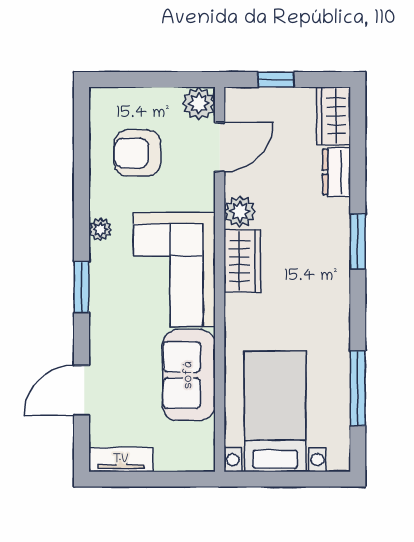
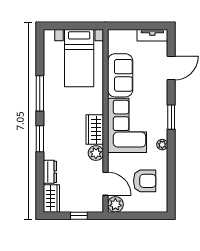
door: (220, 147) -> (106, 184), swing flipped
window: (358, 388) -> (40, 93), moved

